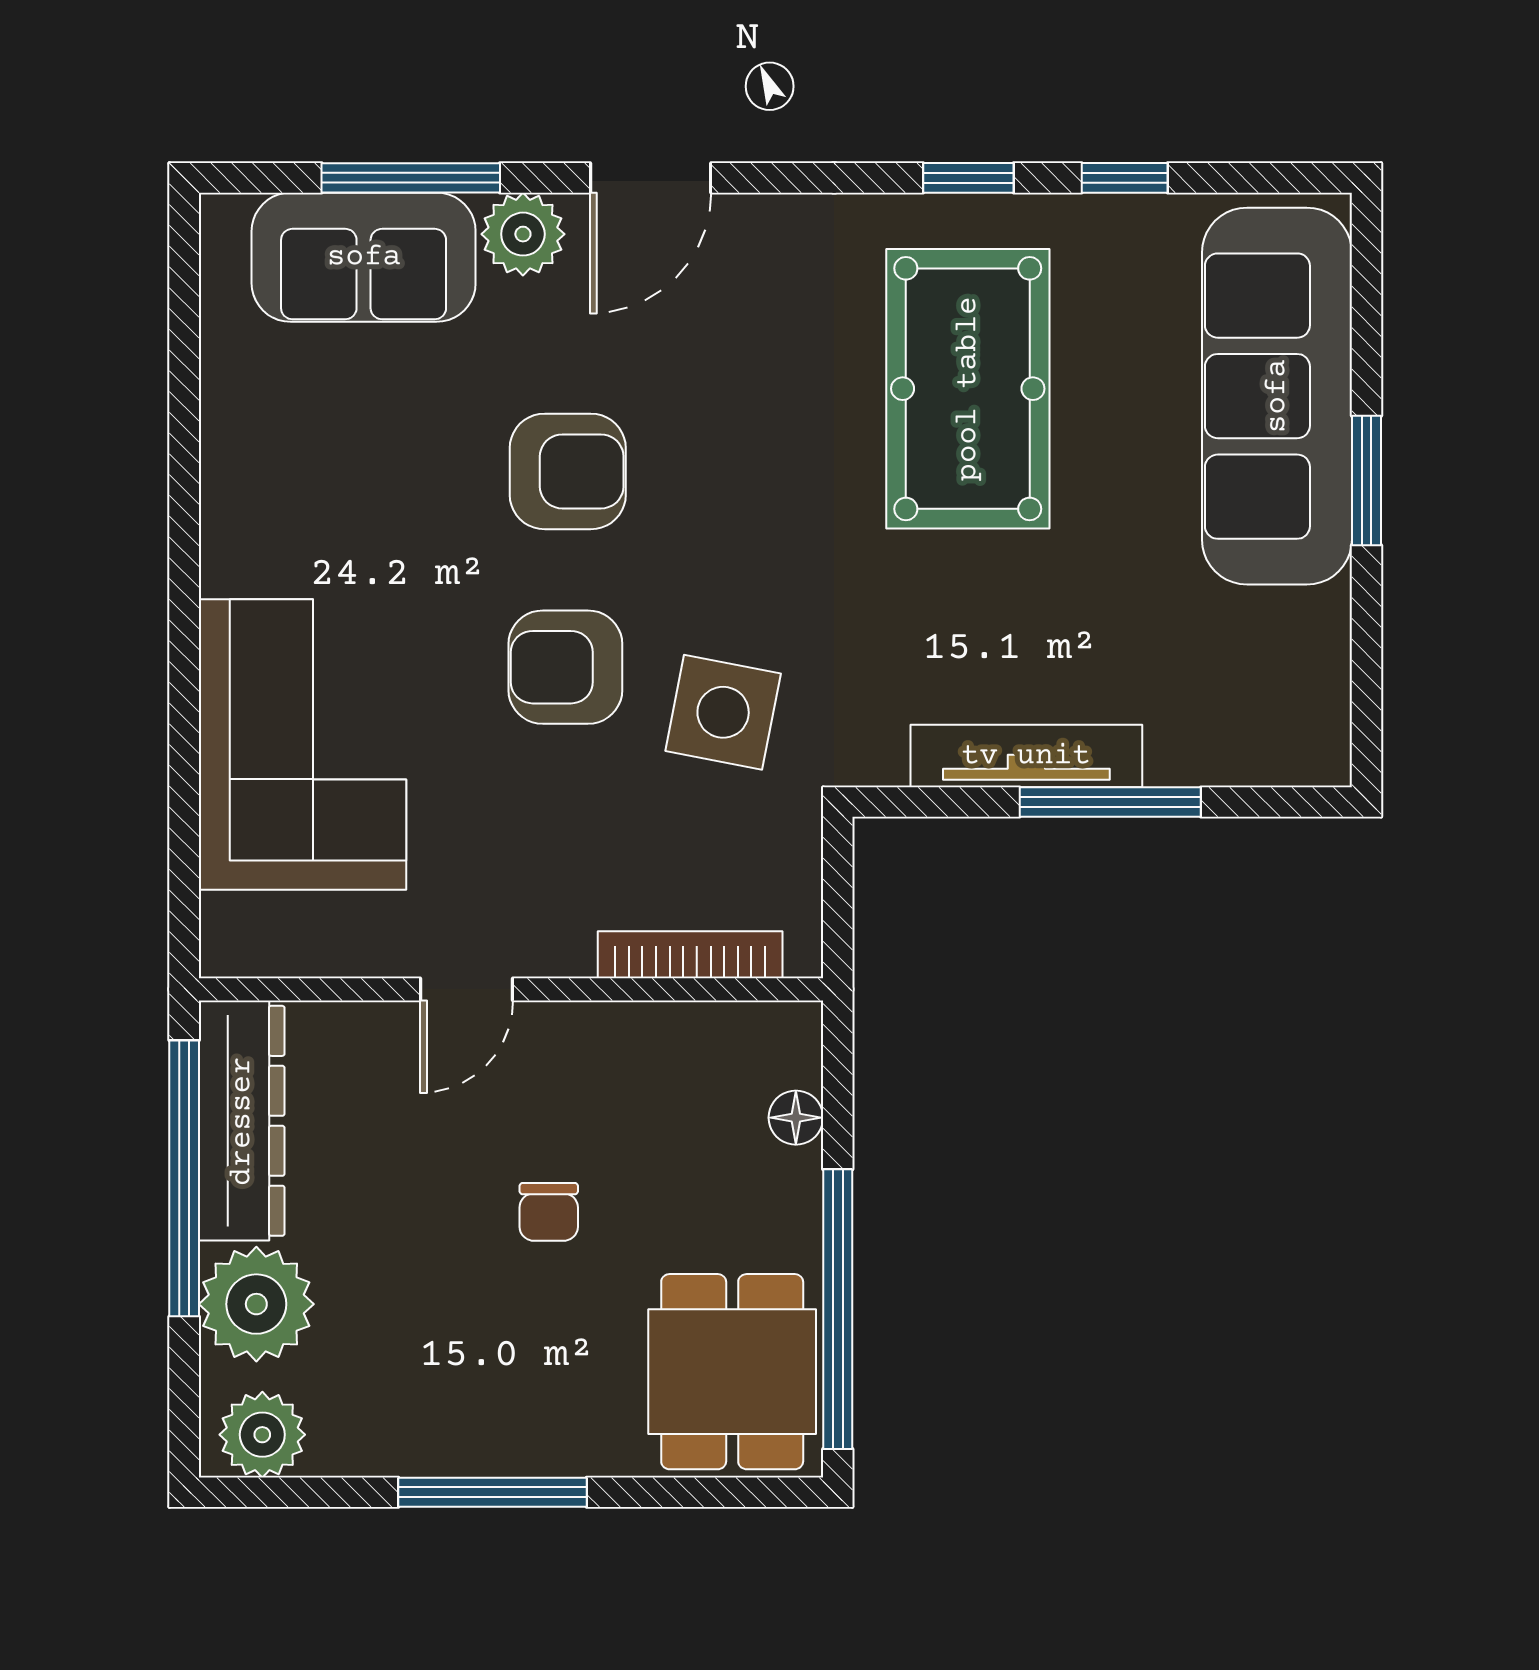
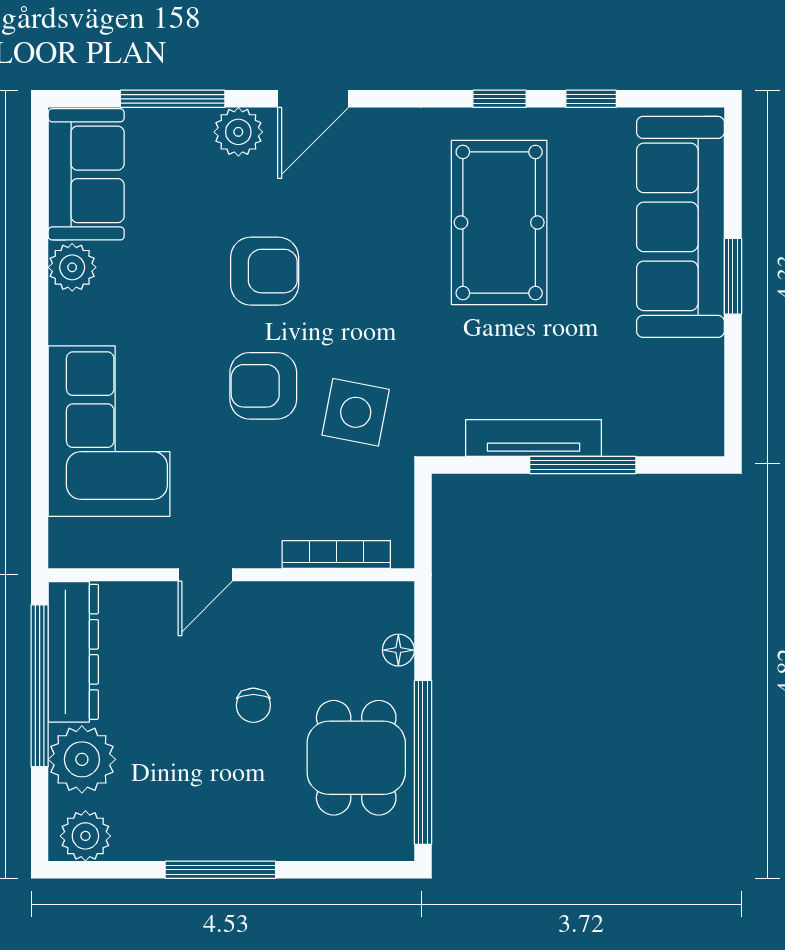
sofa: (364, 257) -> (86, 174), moved, turned -90
plant: (240, 465) -> (72, 267), added
dining table: (732, 1372) -> (356, 758), moved

